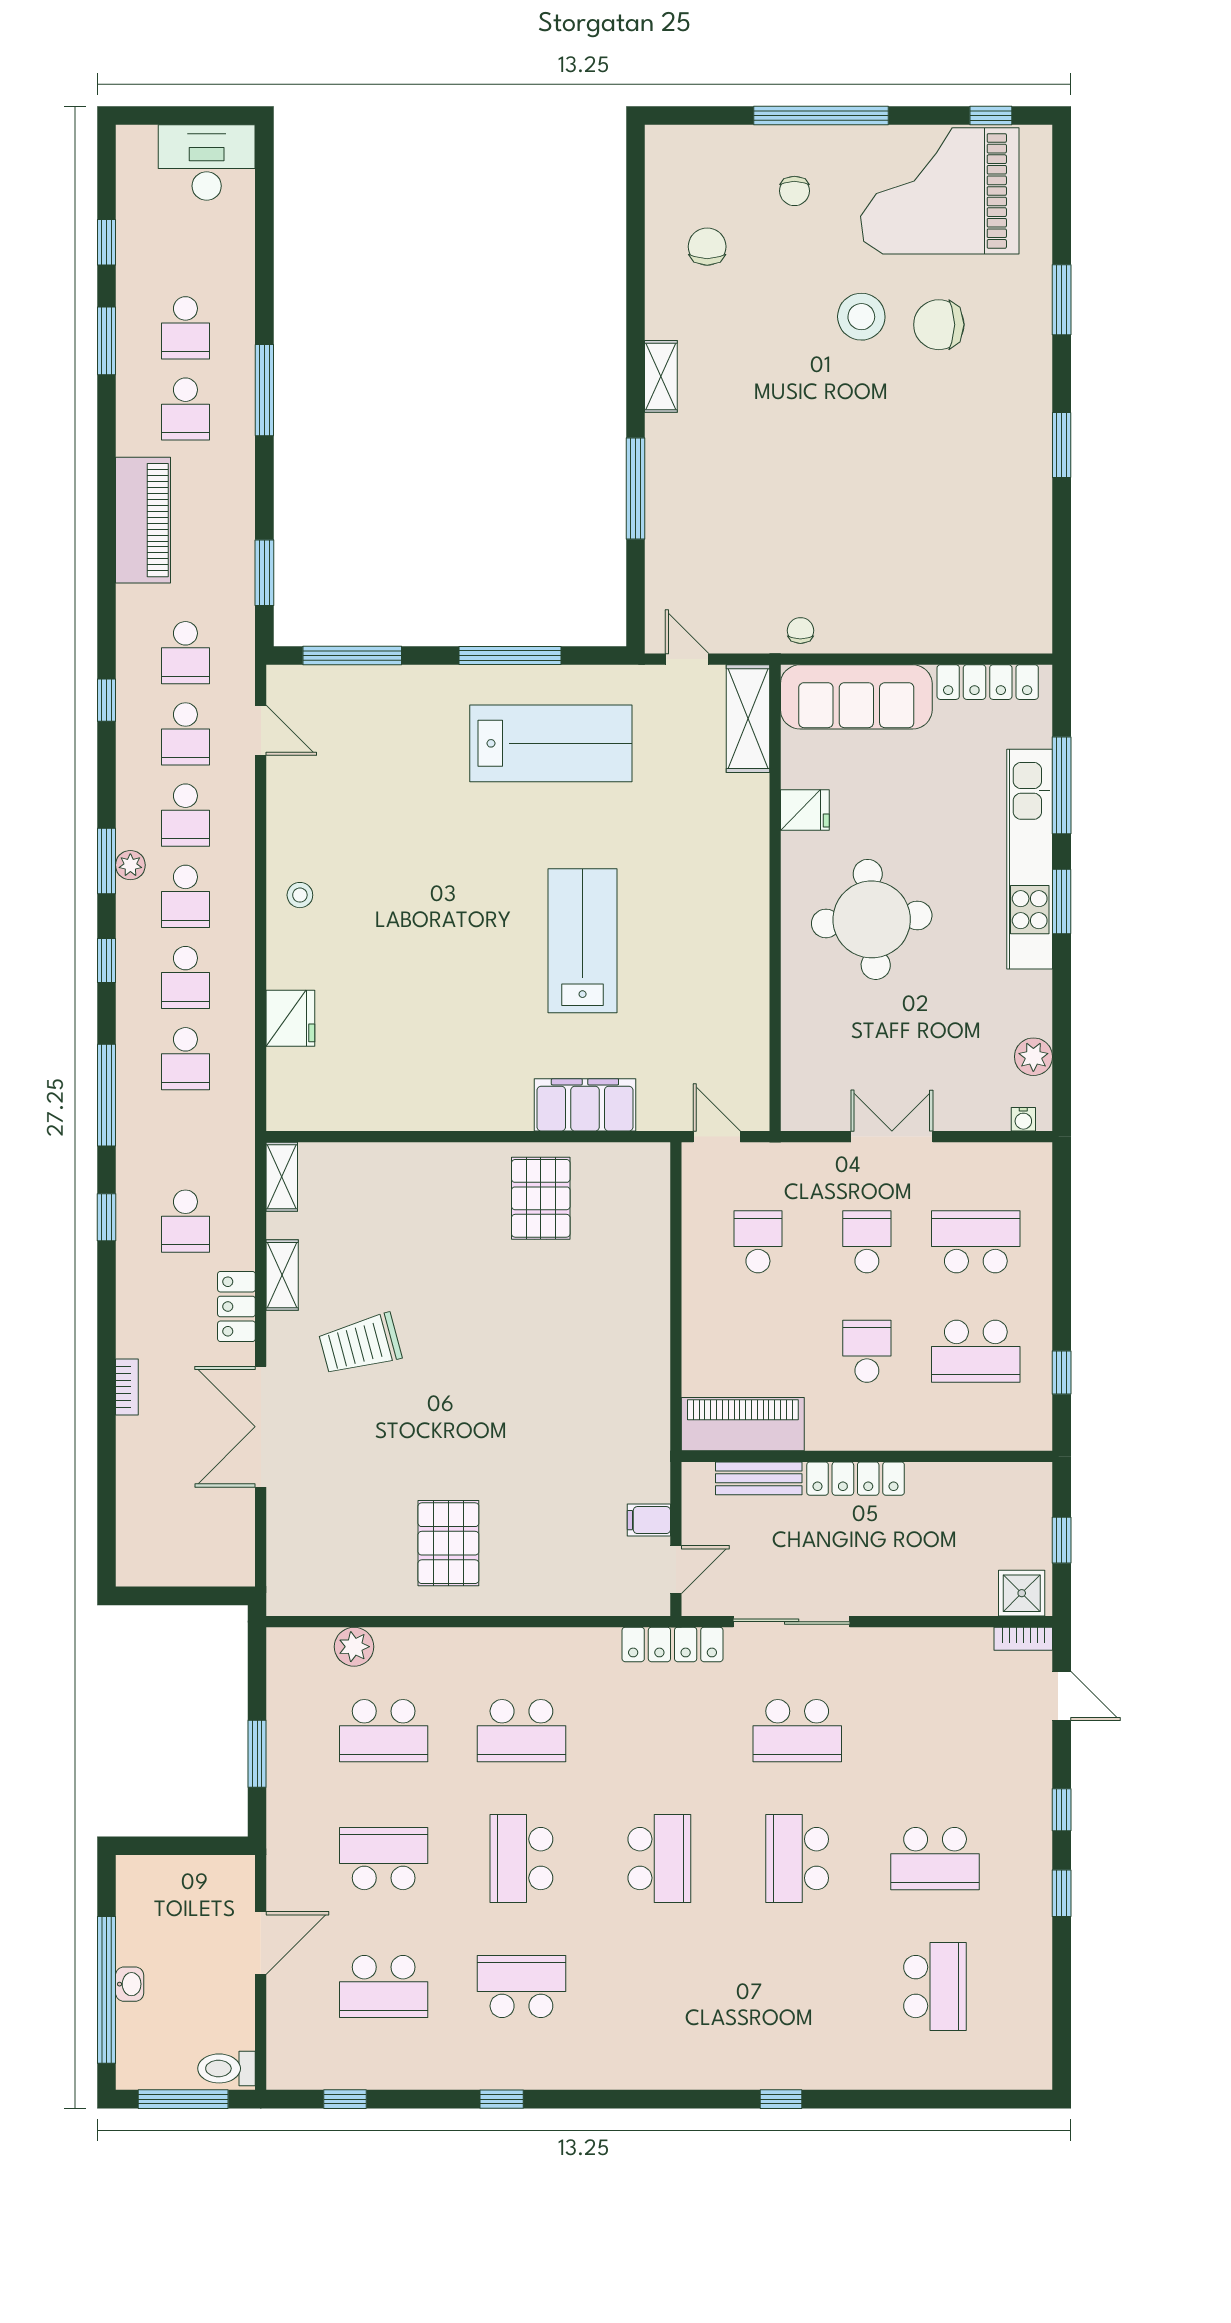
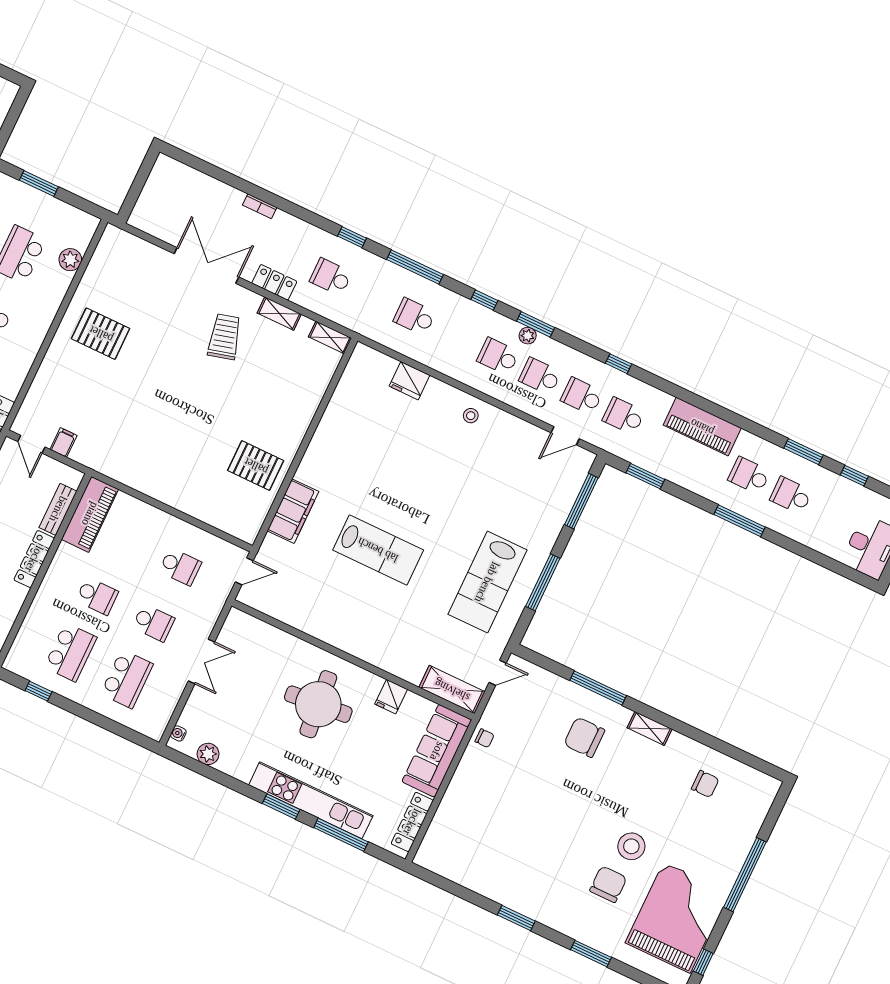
chair: (794, 191) -> (584, 737), moved, width x1.87, depth x1.87
school desk: (185, 977) -> (456, 336), removed
school desk: (976, 1351) -> (70, 652), turned 180

